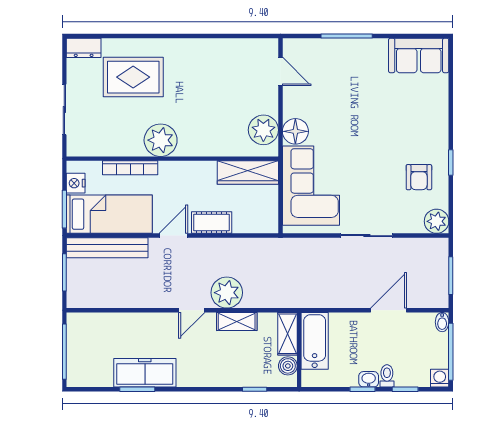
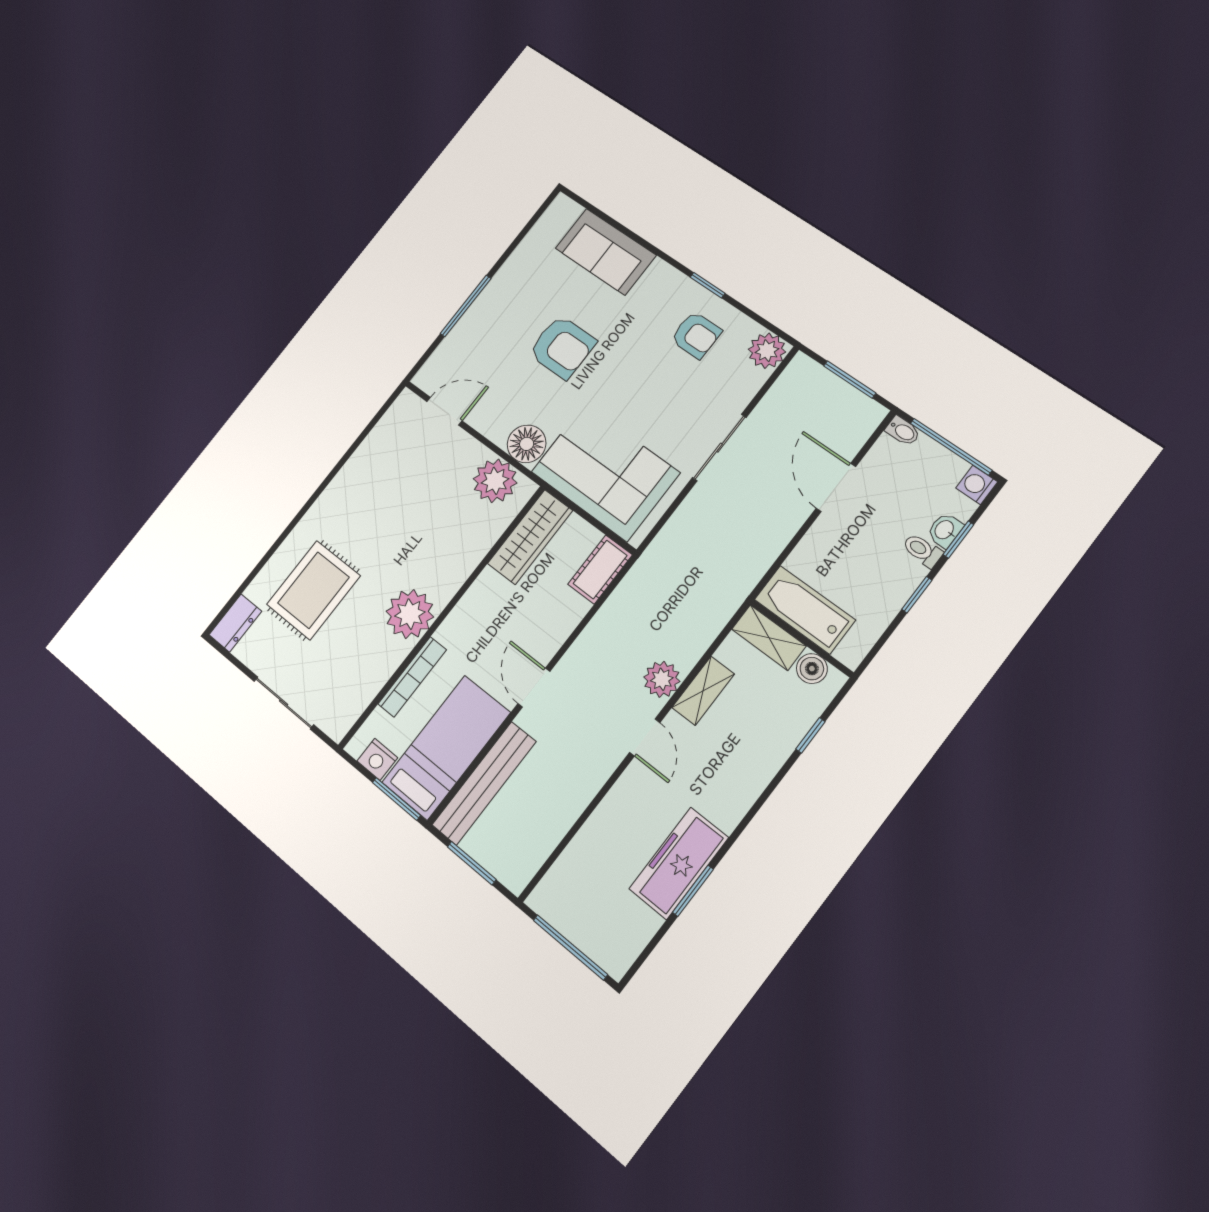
sofa: (419, 55) -> (606, 252), moved, turned 90
armchair: (362, 109) -> (562, 347), added
cot: (212, 223) -> (600, 570), moved
plant: (227, 293) -> (662, 679), width x0.73, depth x0.73
washbasin: (369, 379) -> (945, 530), moved

